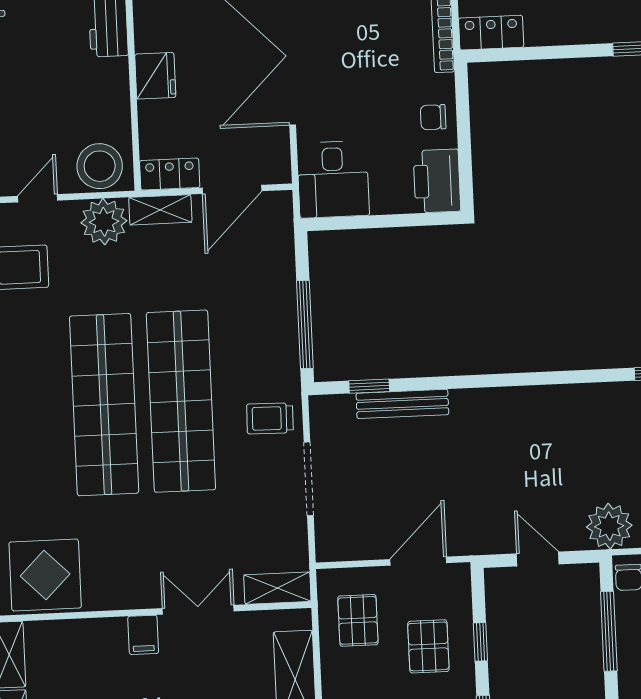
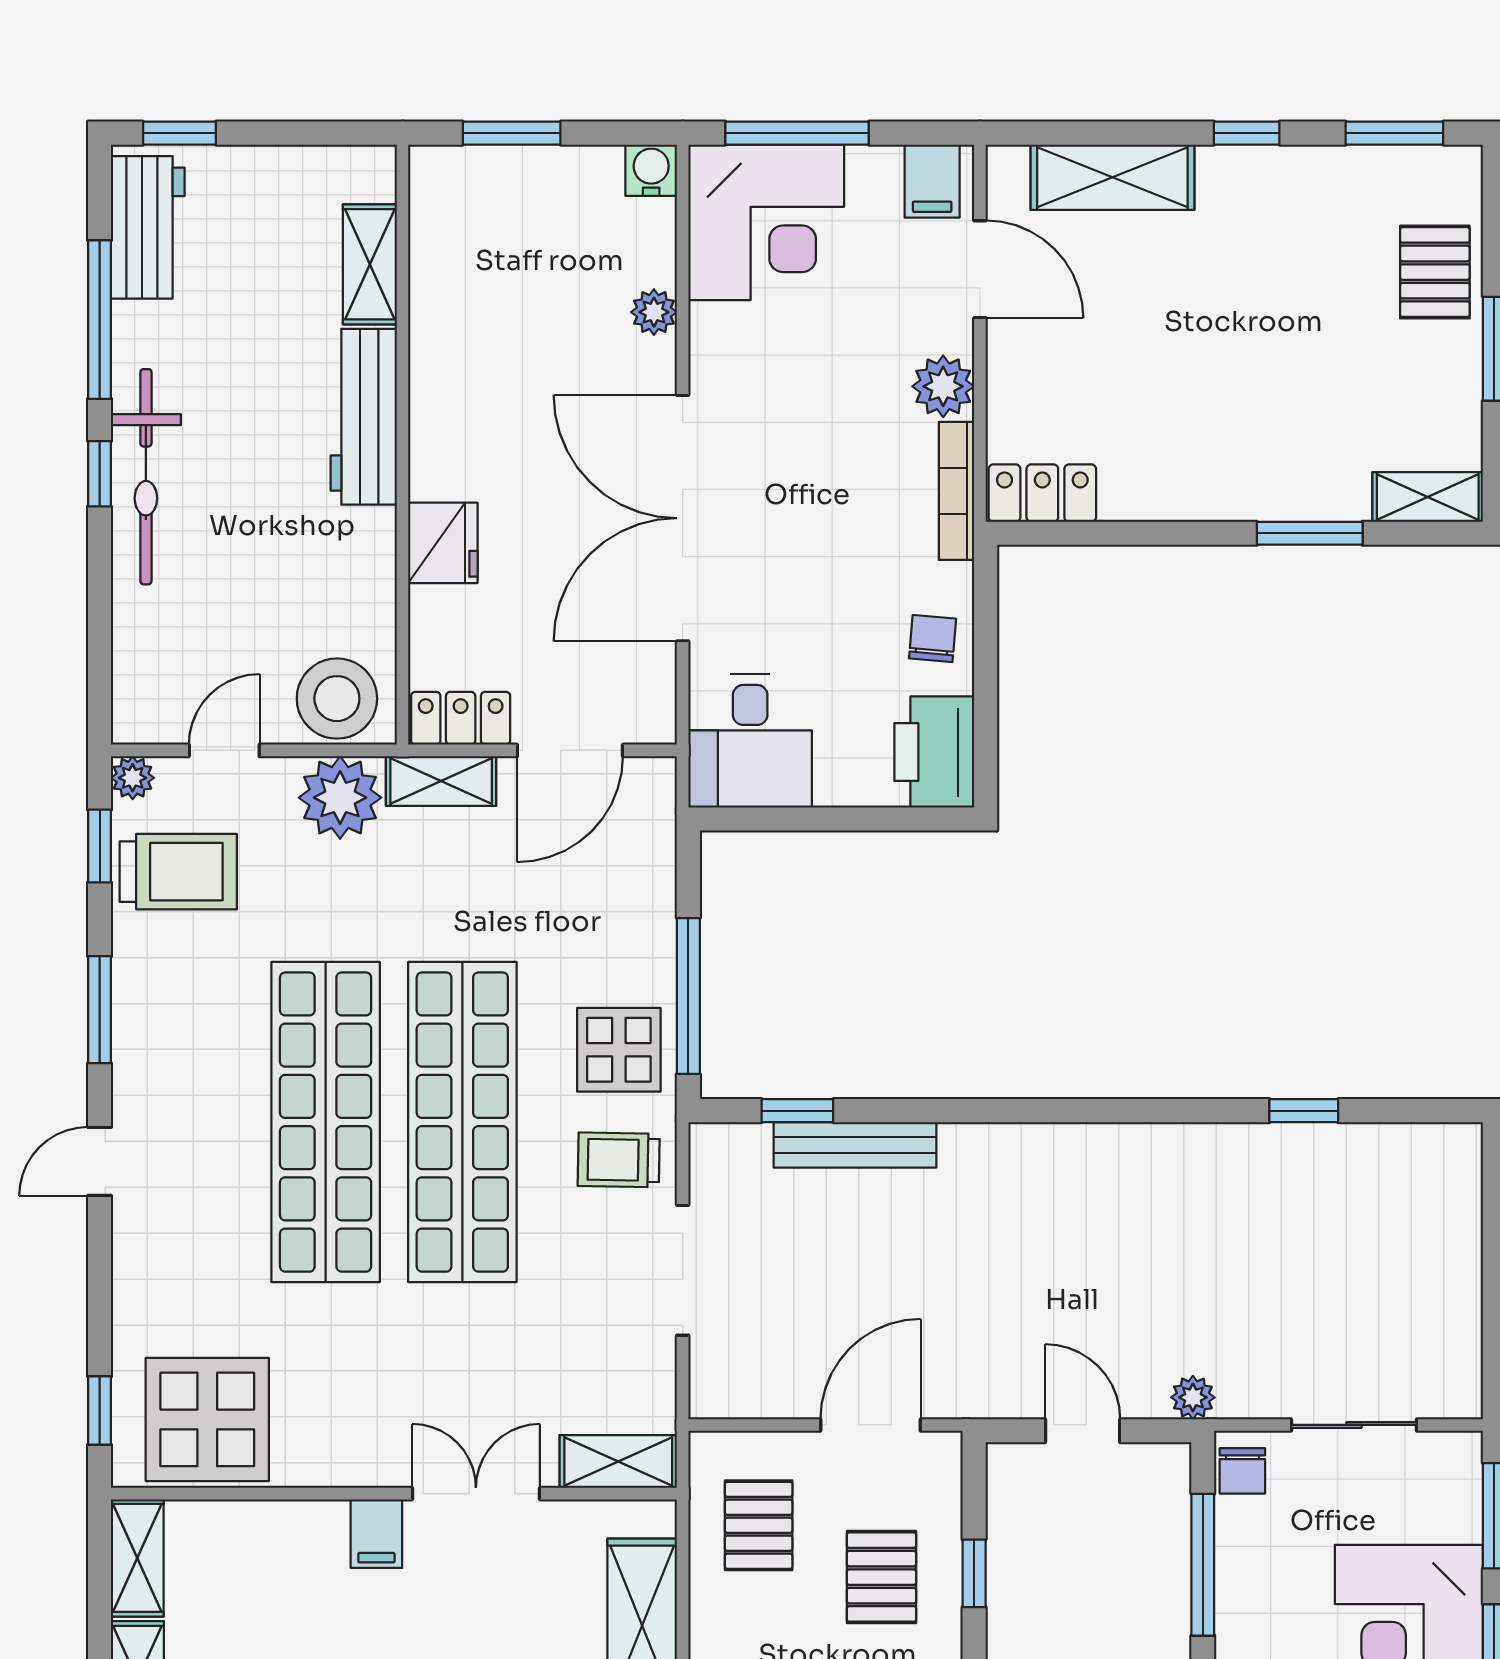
chair: (433, 117) -> (933, 639), turned 95
display table: (267, 356) -> (619, 1050), added
plant: (609, 526) -> (1193, 1397), width x0.53, depth x0.53

